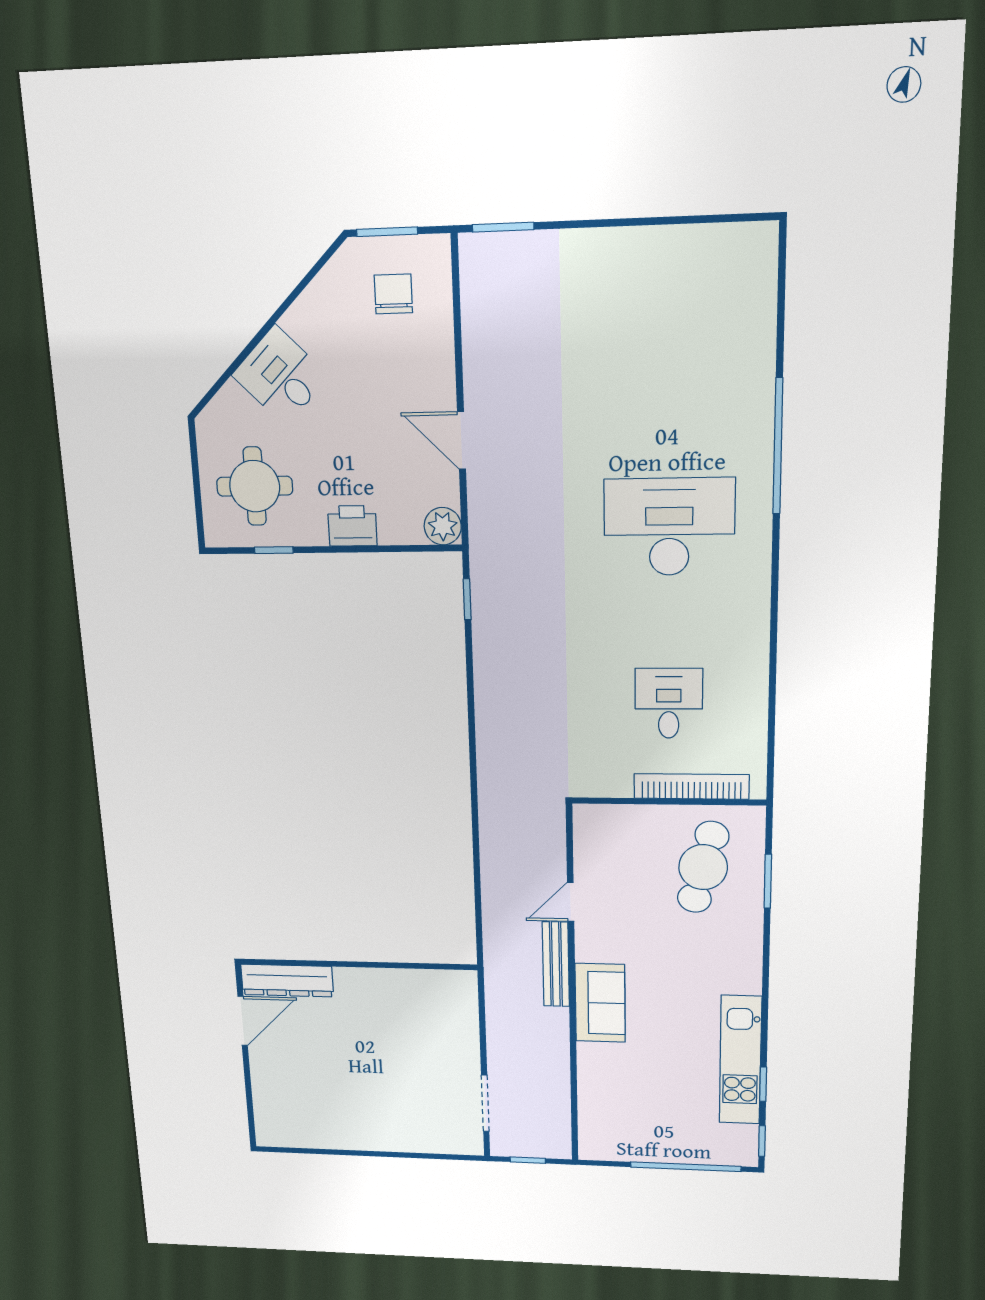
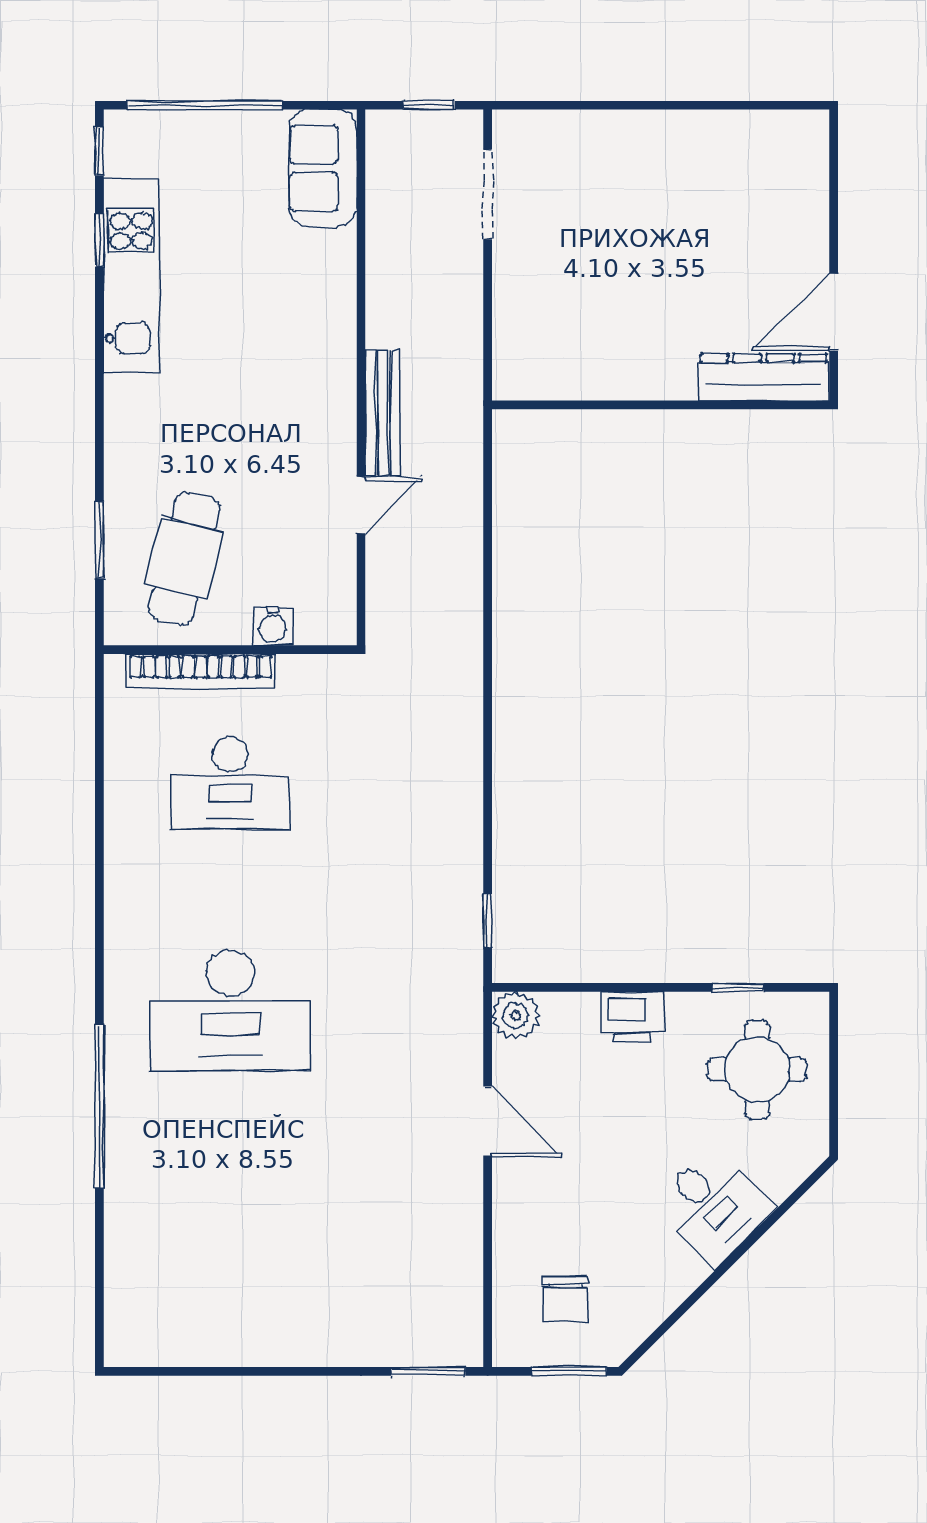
desk: (669, 703) -> (230, 783), width x1.37
water cooler: (636, 818) -> (273, 626), added
sofa: (600, 1003) -> (323, 168), moved

